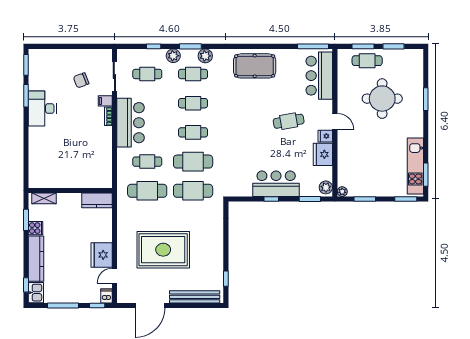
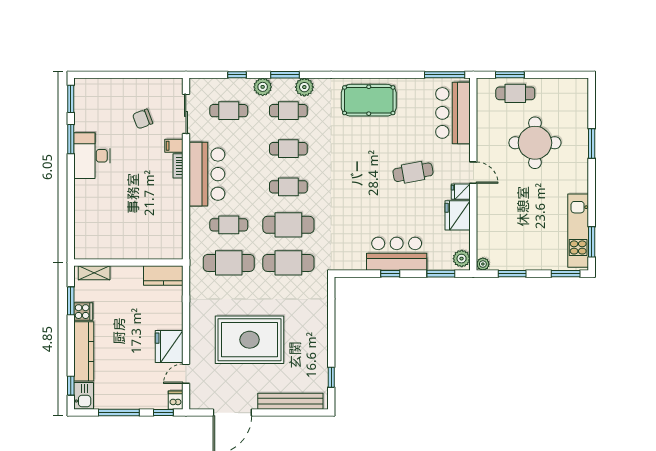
window: (394, 46) -> (550, 75), removed

